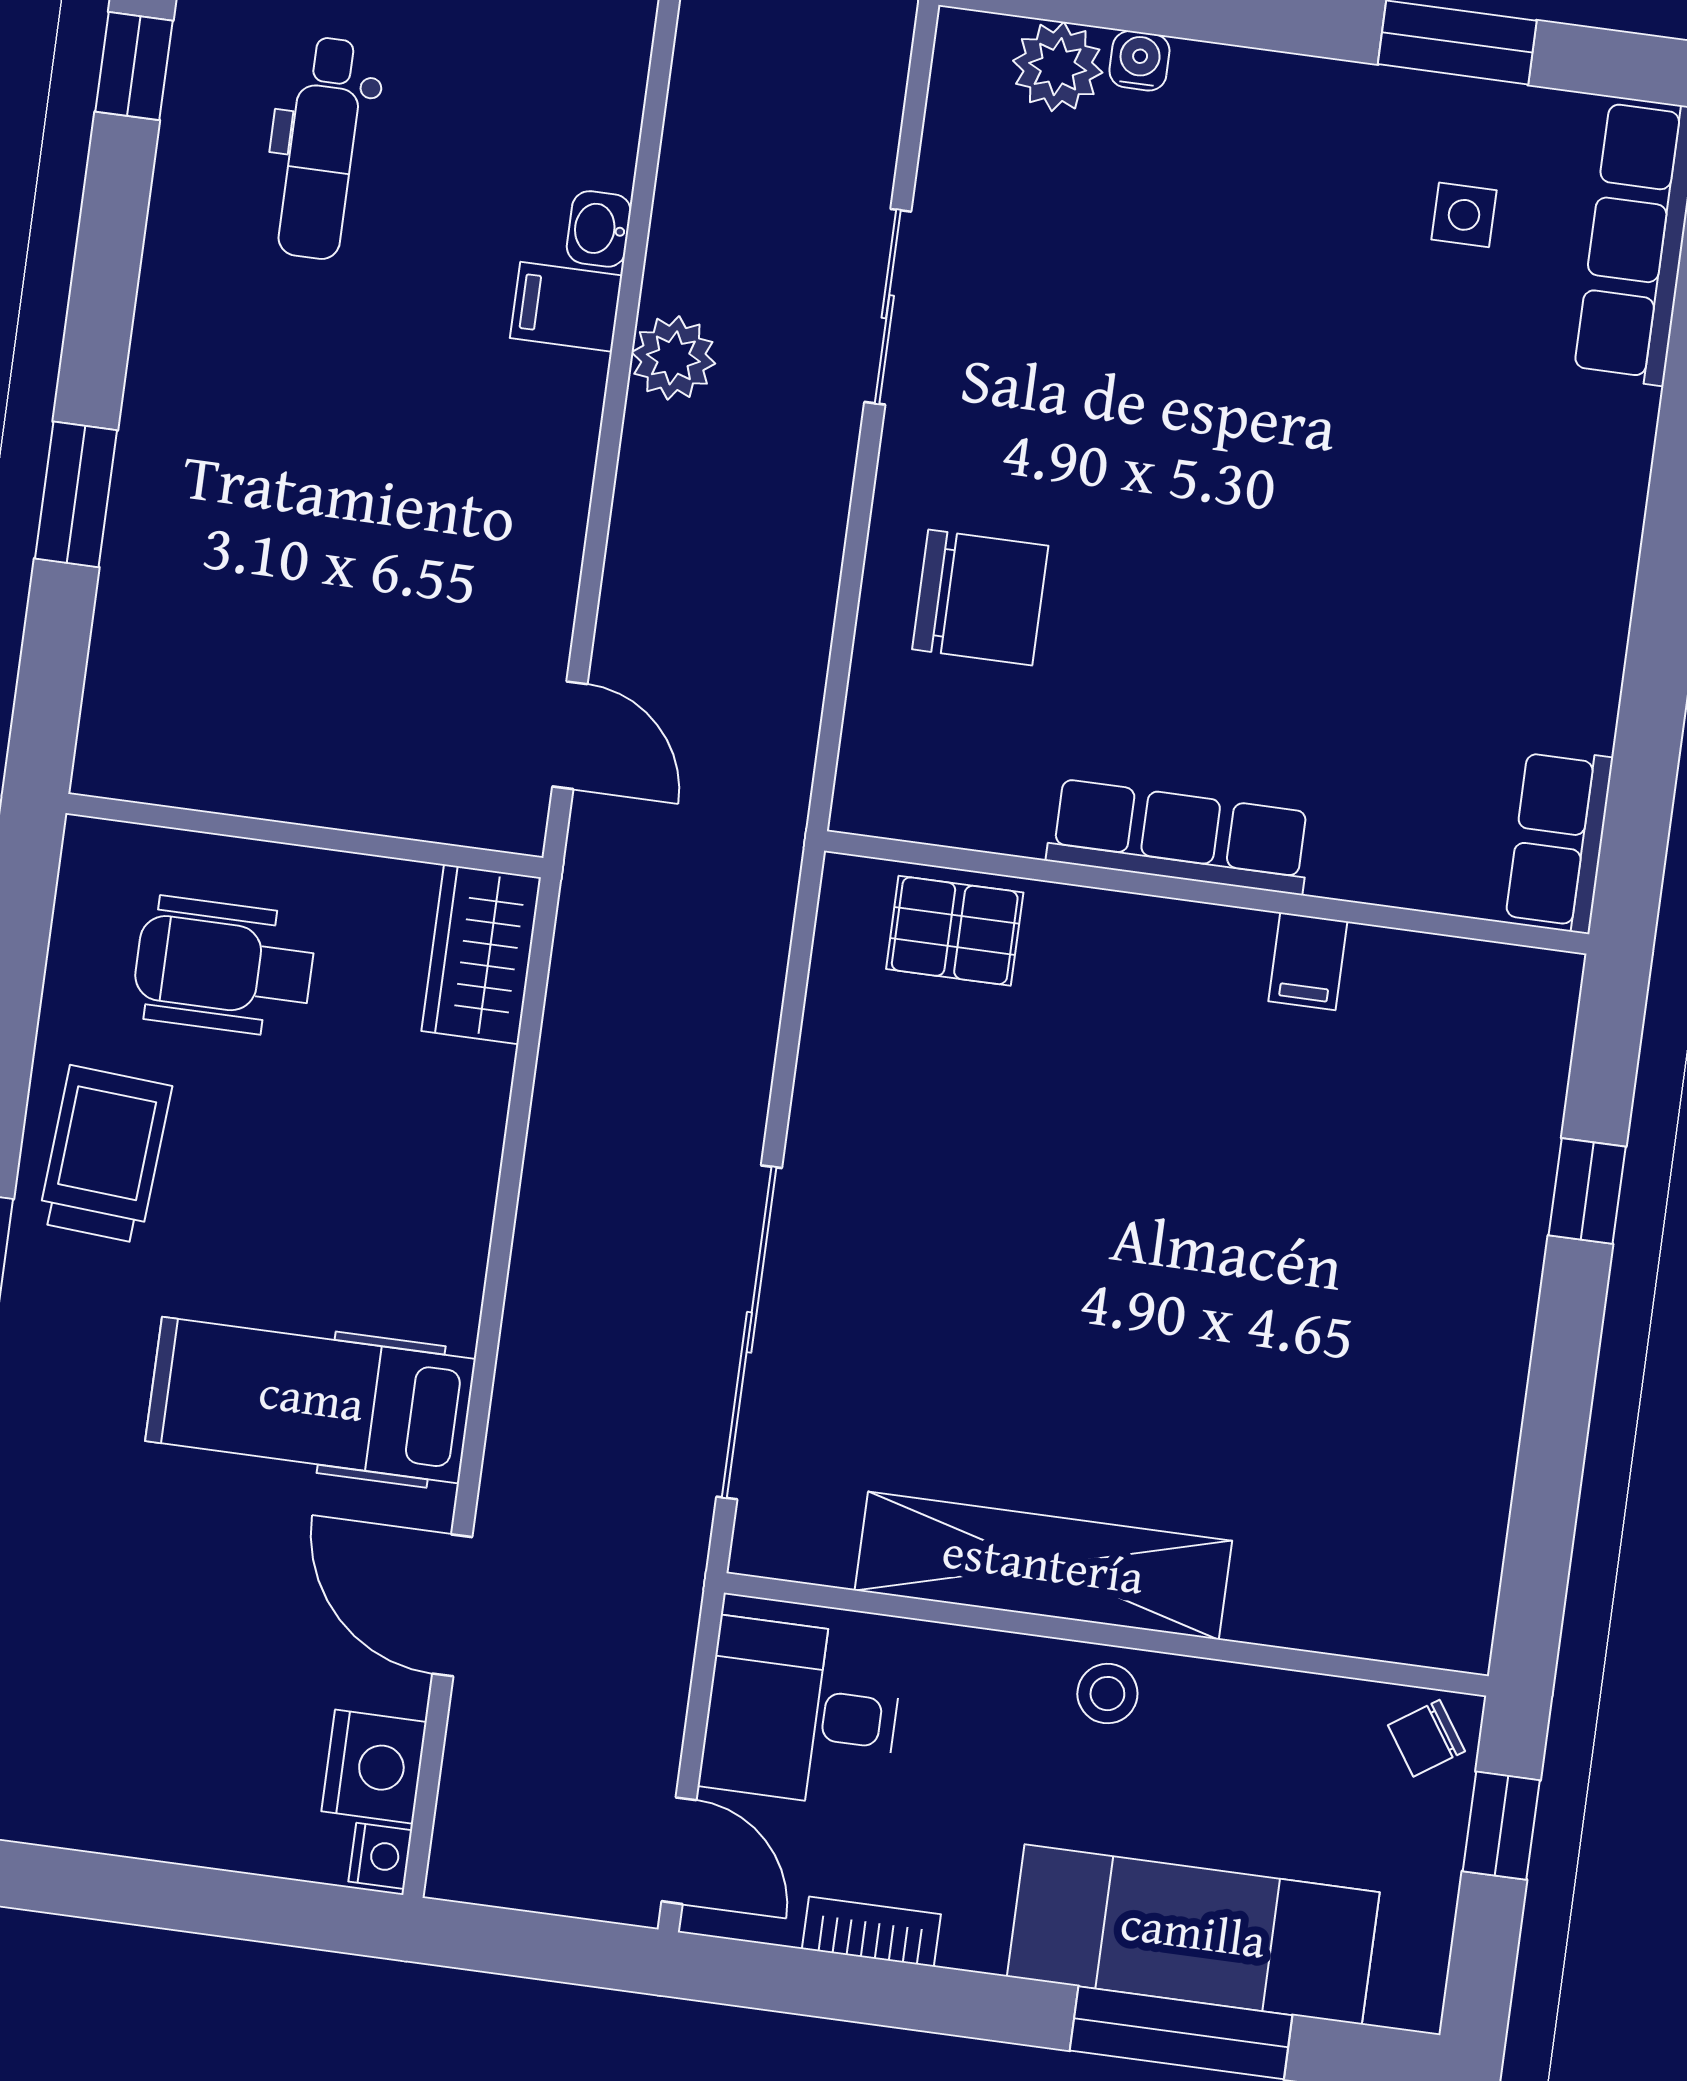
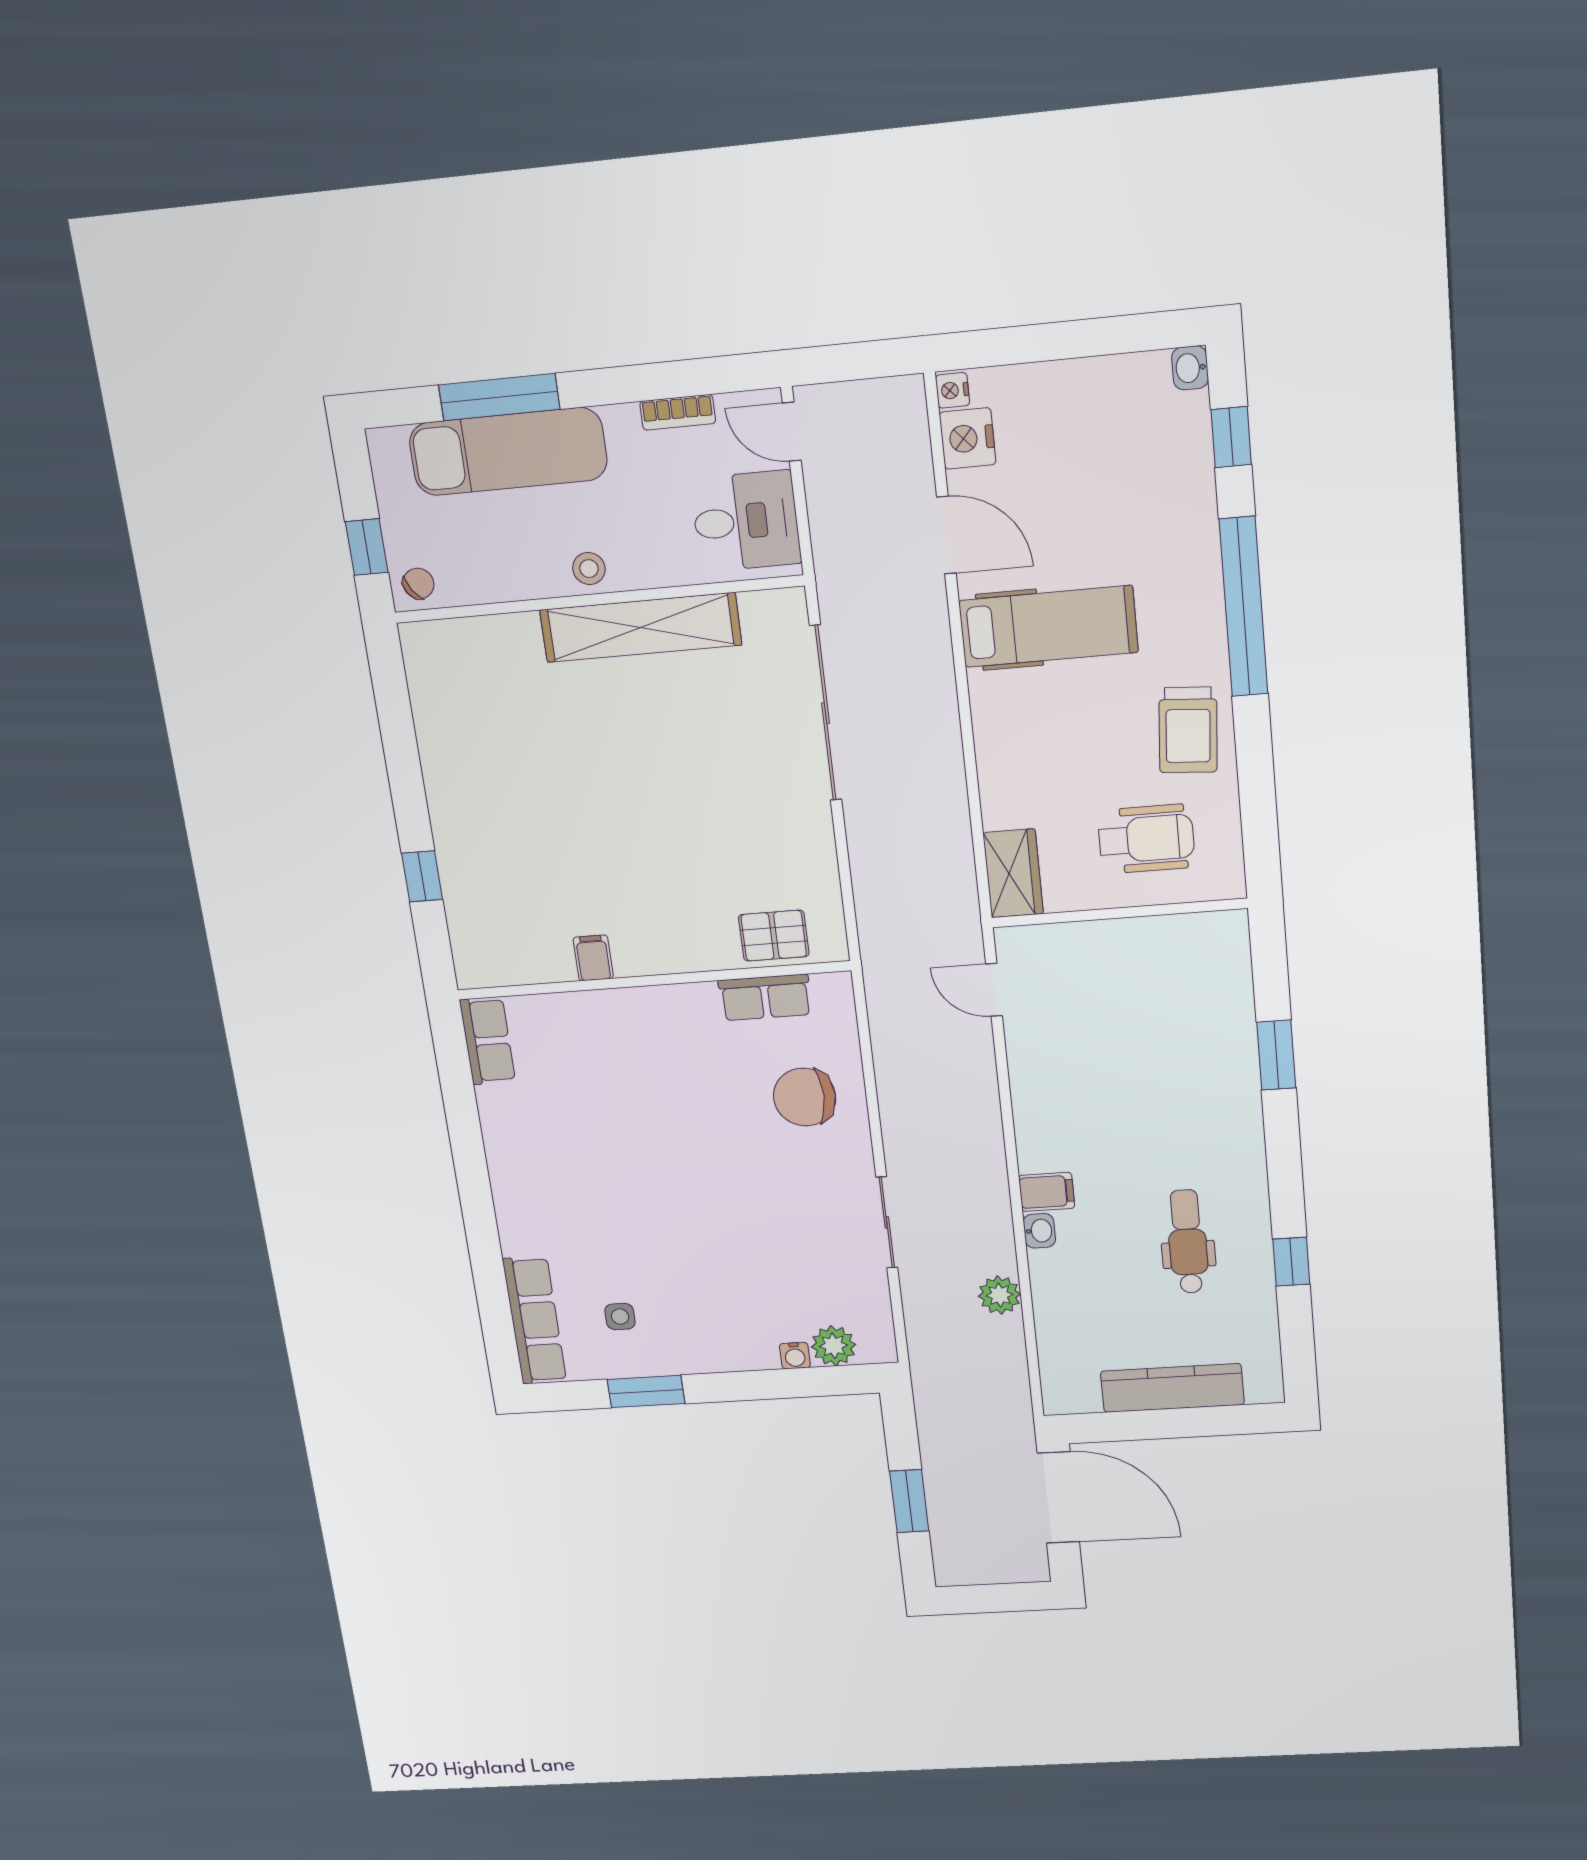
plant: (673, 358) -> (1000, 1295), moved
row of seats: (1179, 837) -> (765, 997), moved, width x0.68

